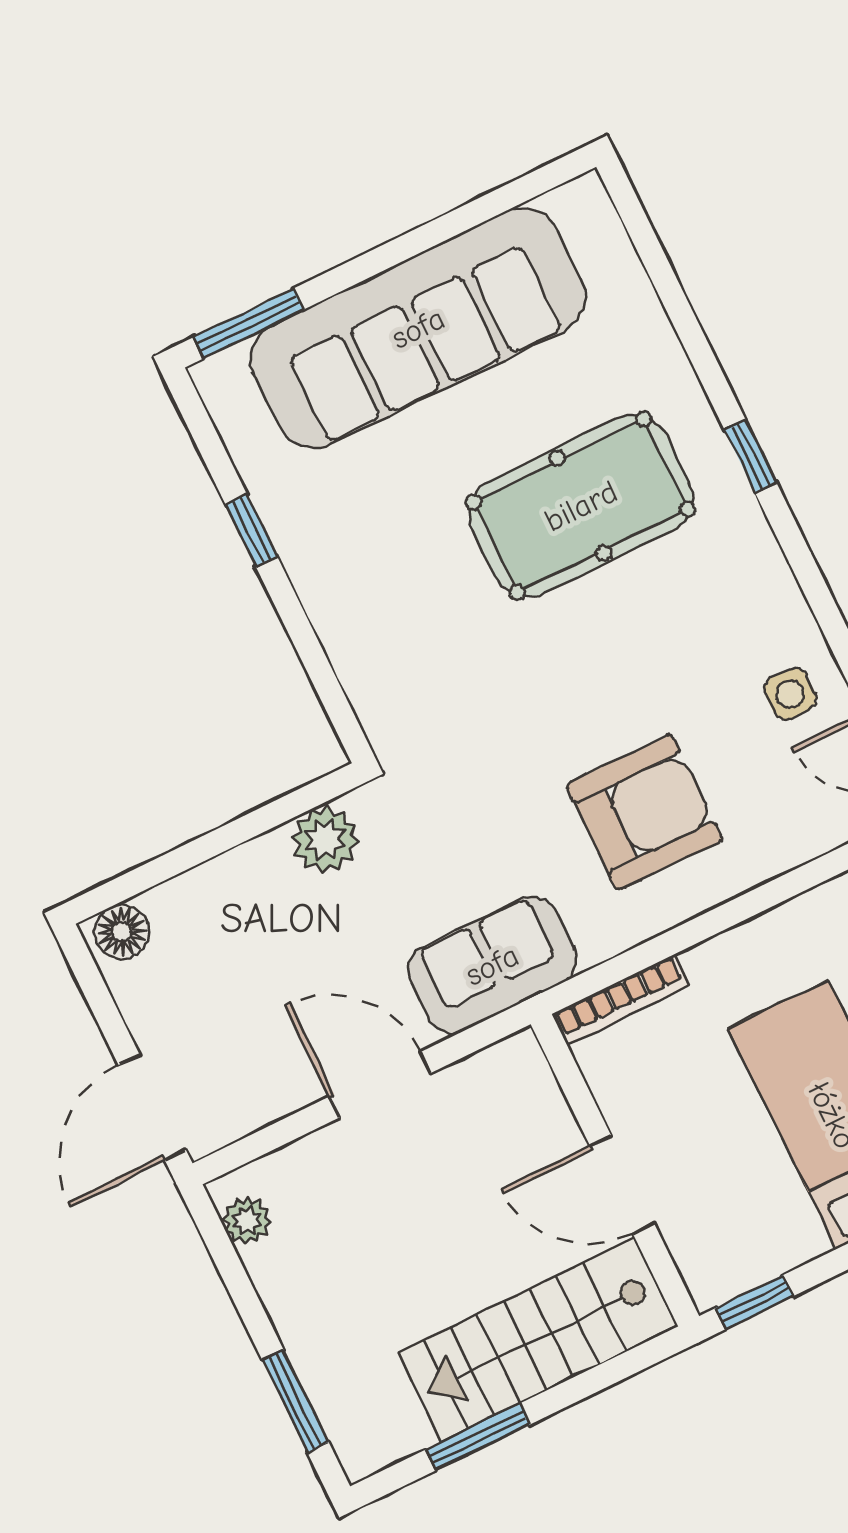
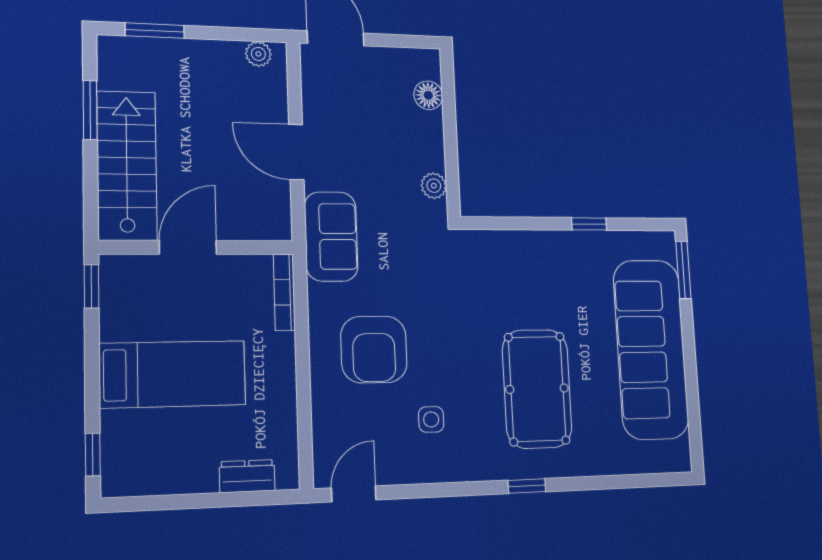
side table: (790, 694) -> (431, 419), moved
plant: (325, 840) -> (434, 186), width x0.73, depth x0.73
floor lamp: (122, 932) -> (428, 95), moved
door: (380, 1085) -> (296, 152), swing flipped

